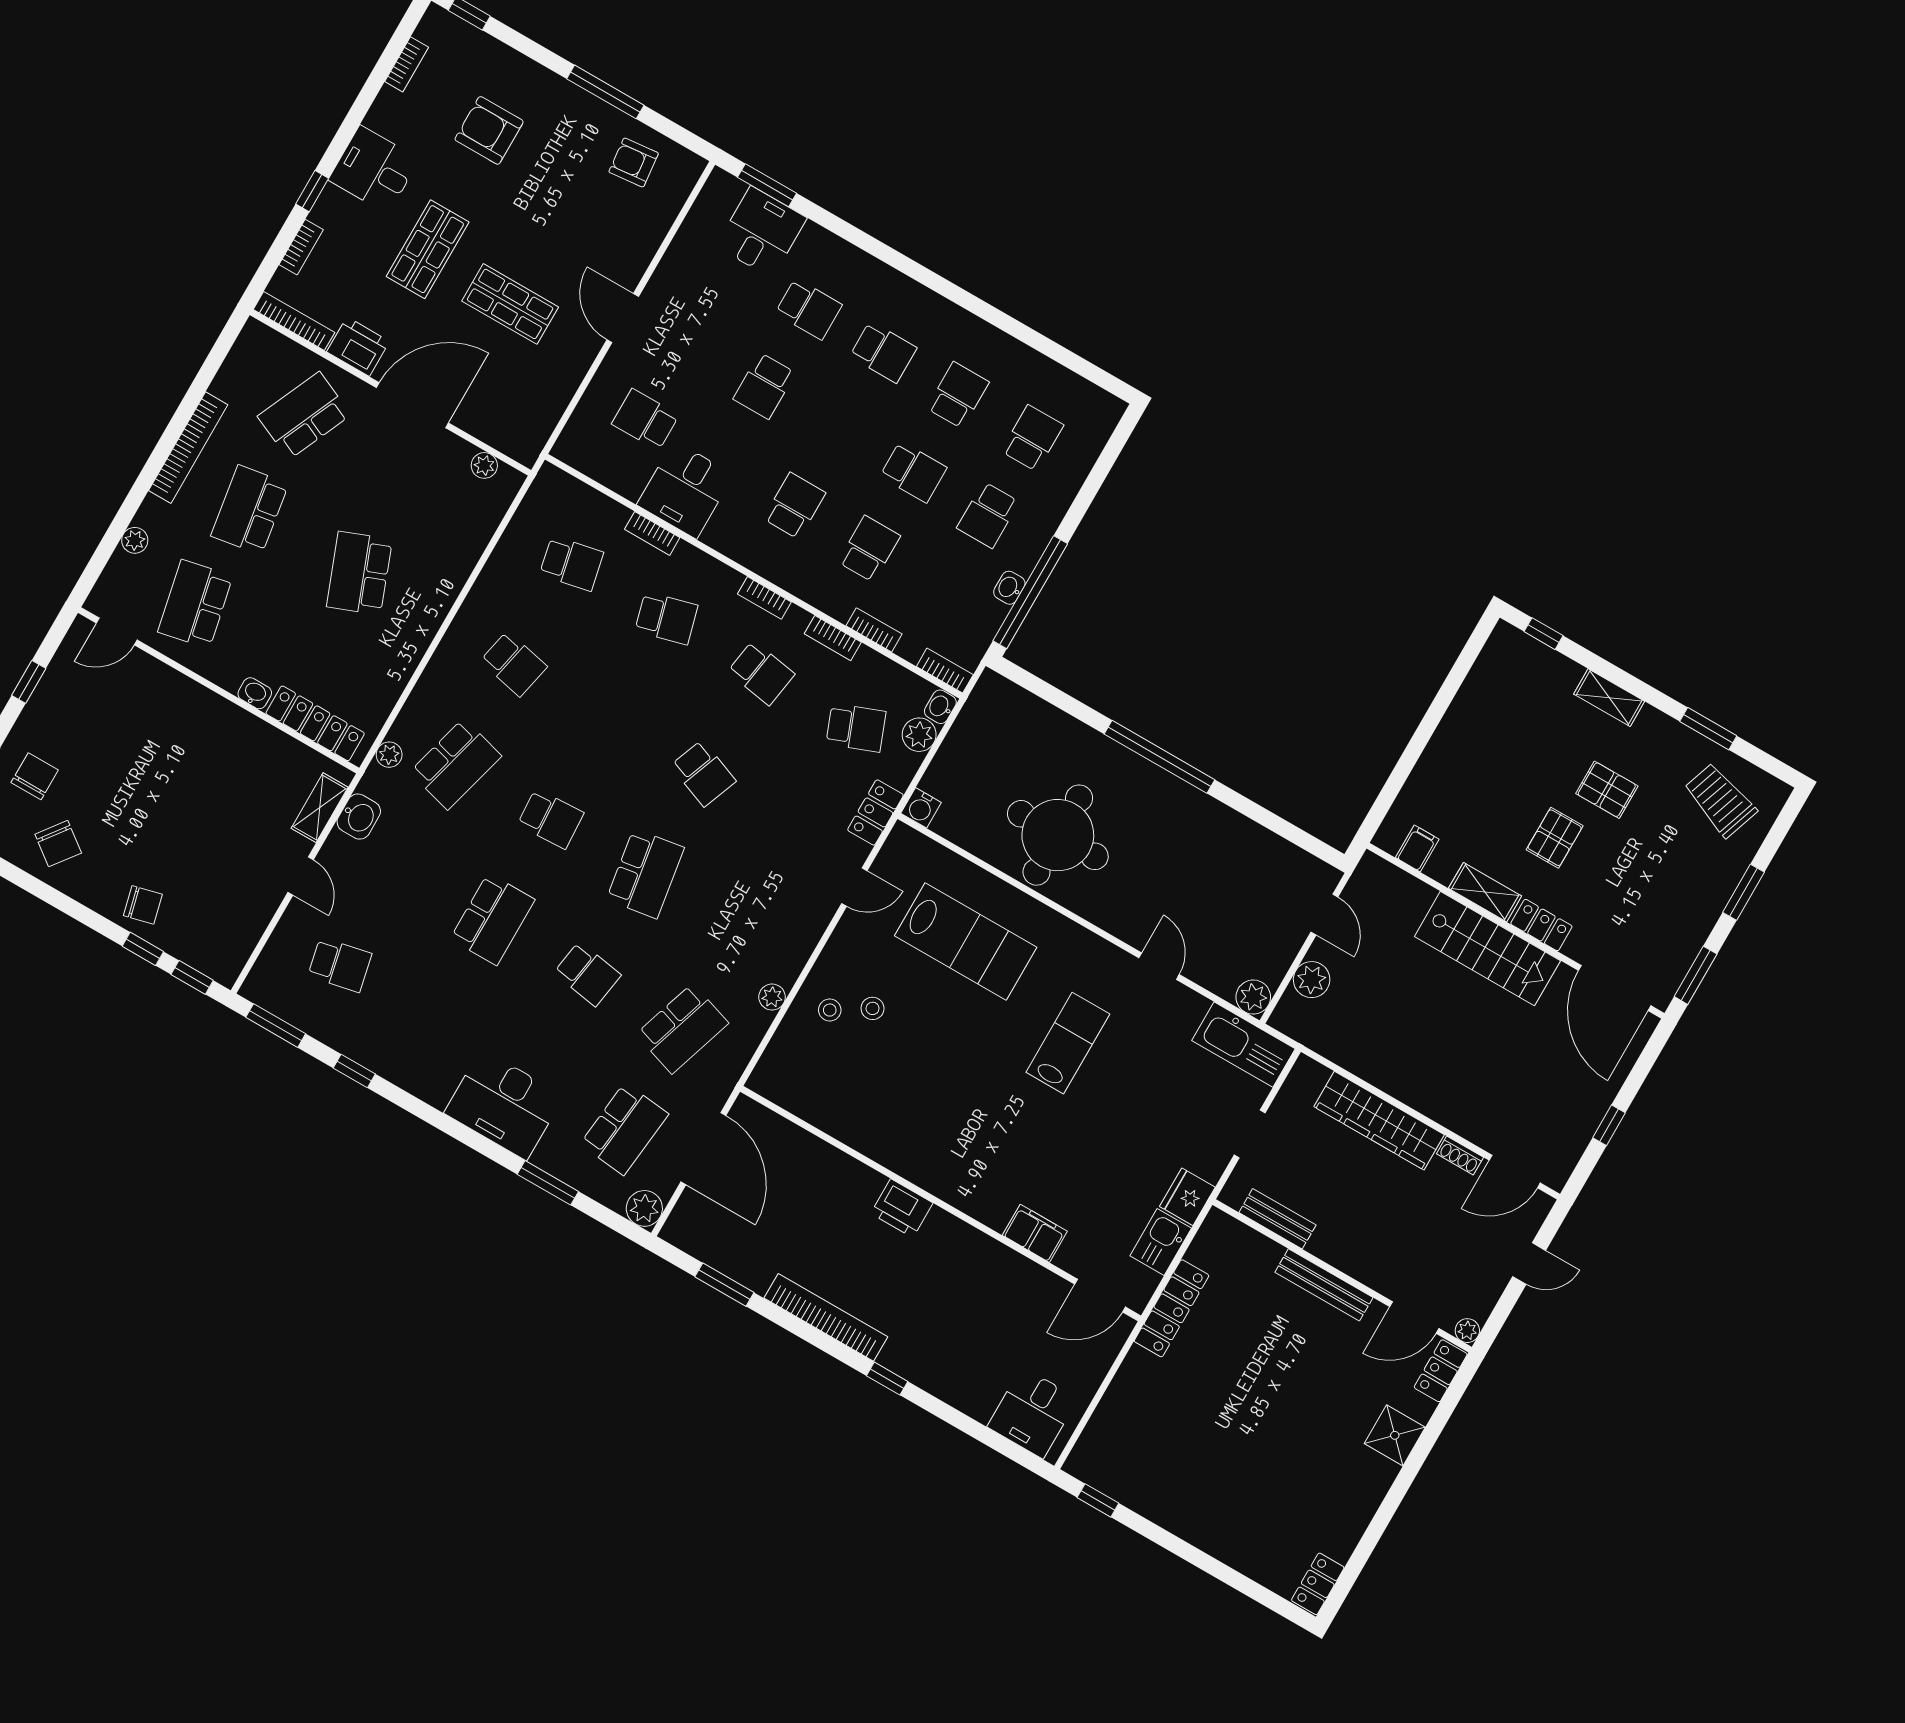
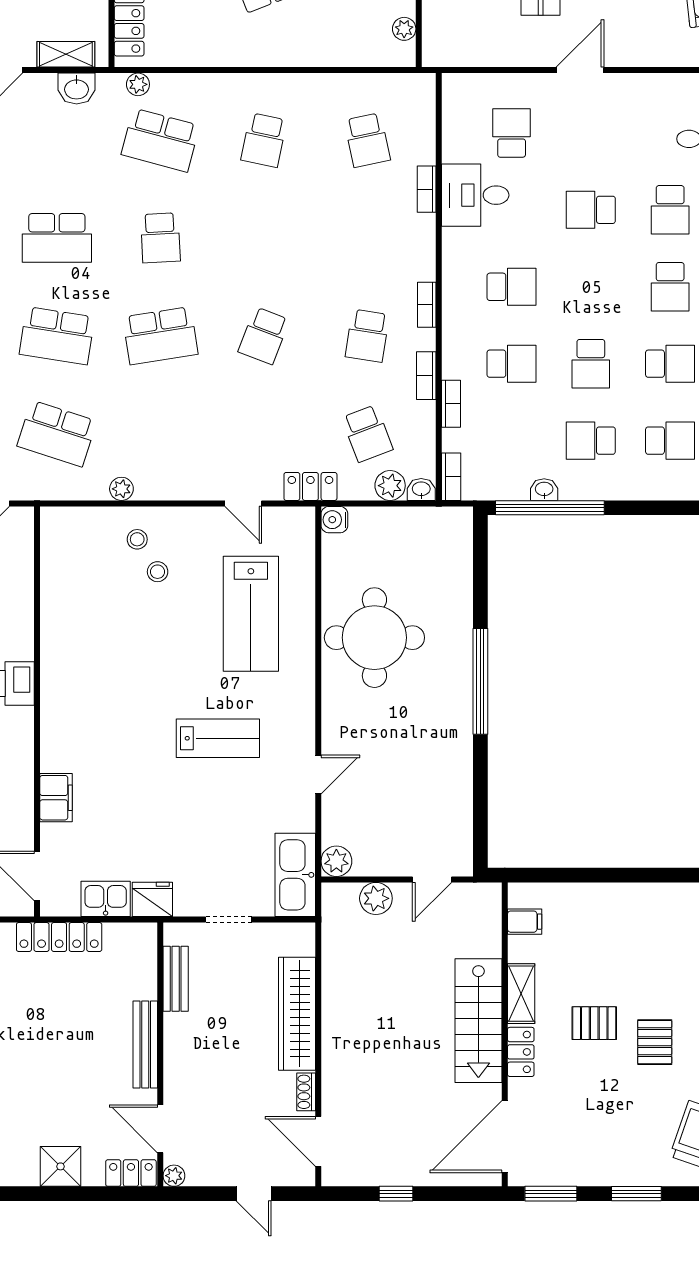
school desk: (666, 618) -> (367, 238), removed
school desk: (587, 974) -> (57, 336), width x1.85

